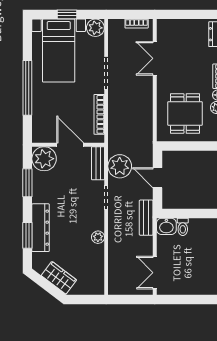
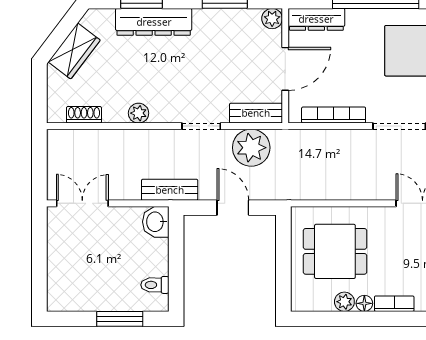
dresser: (39, 125) -> (316, 19), added
plant: (44, 159) -> (272, 19), width x0.53, depth x0.53
door: (158, 178) -> (233, 208), hinge flipped
toilet: (183, 227) -> (155, 285), moved
shoe rack: (99, 272) -> (84, 115), added

